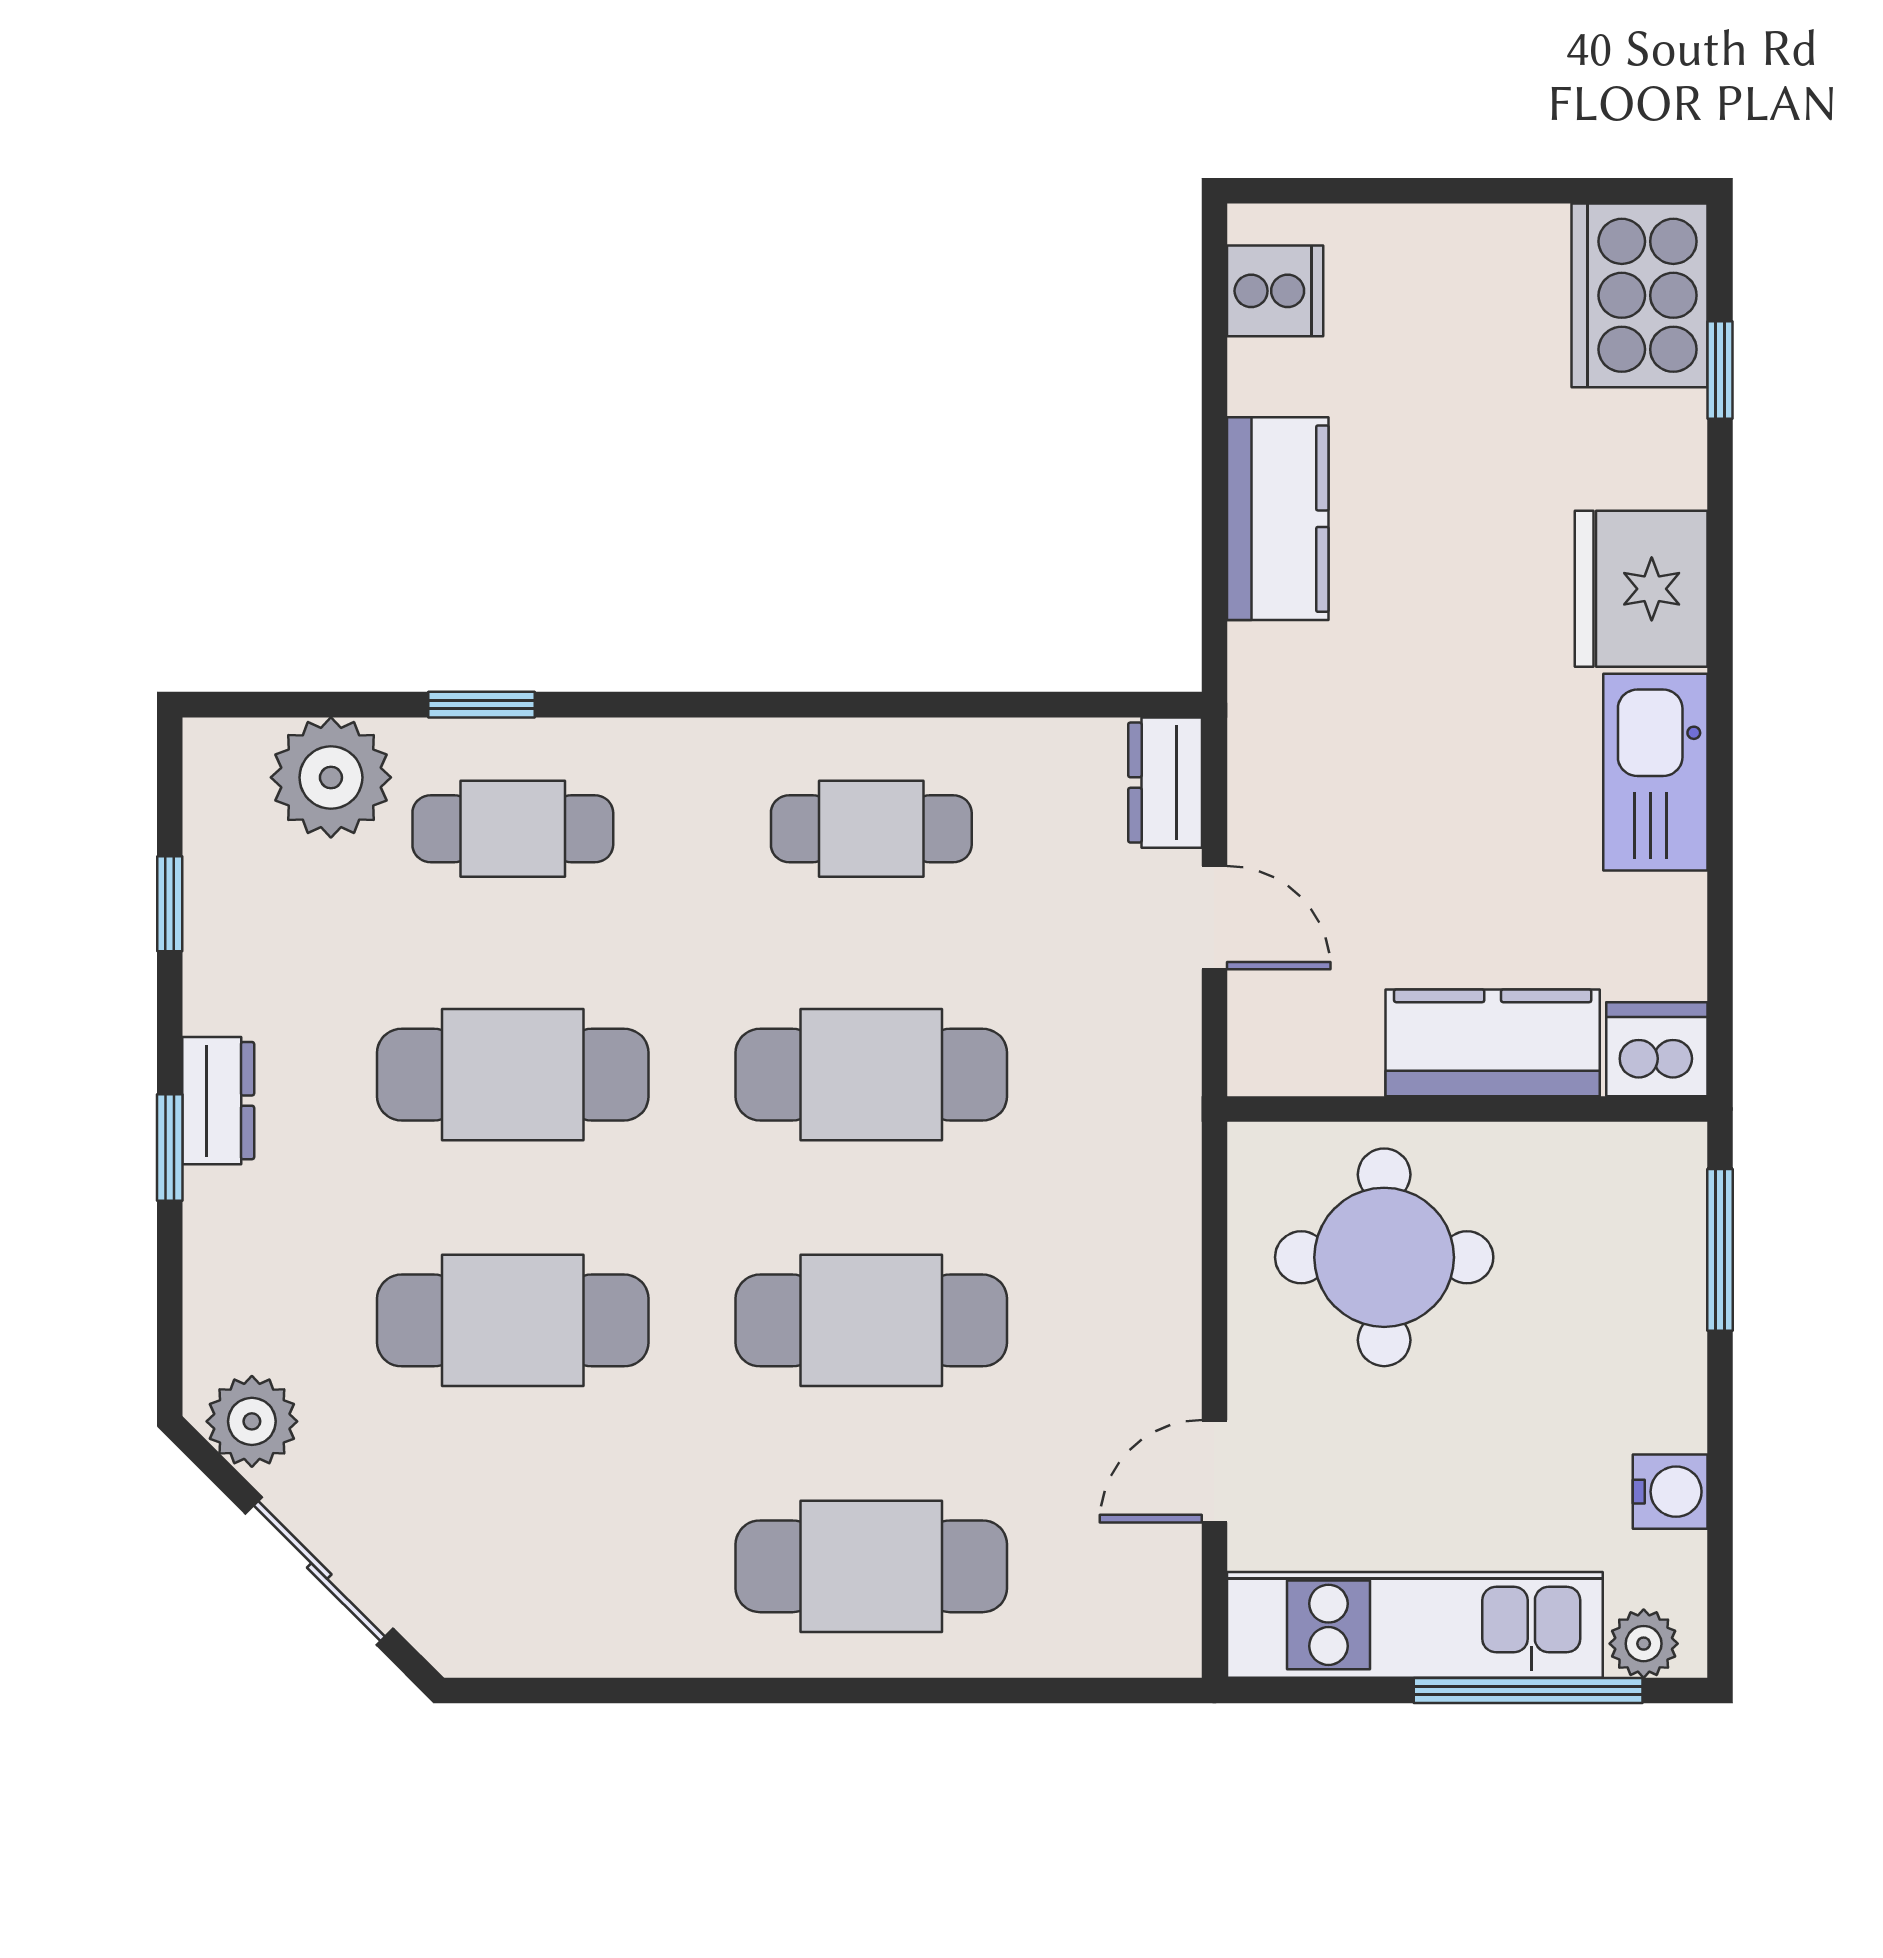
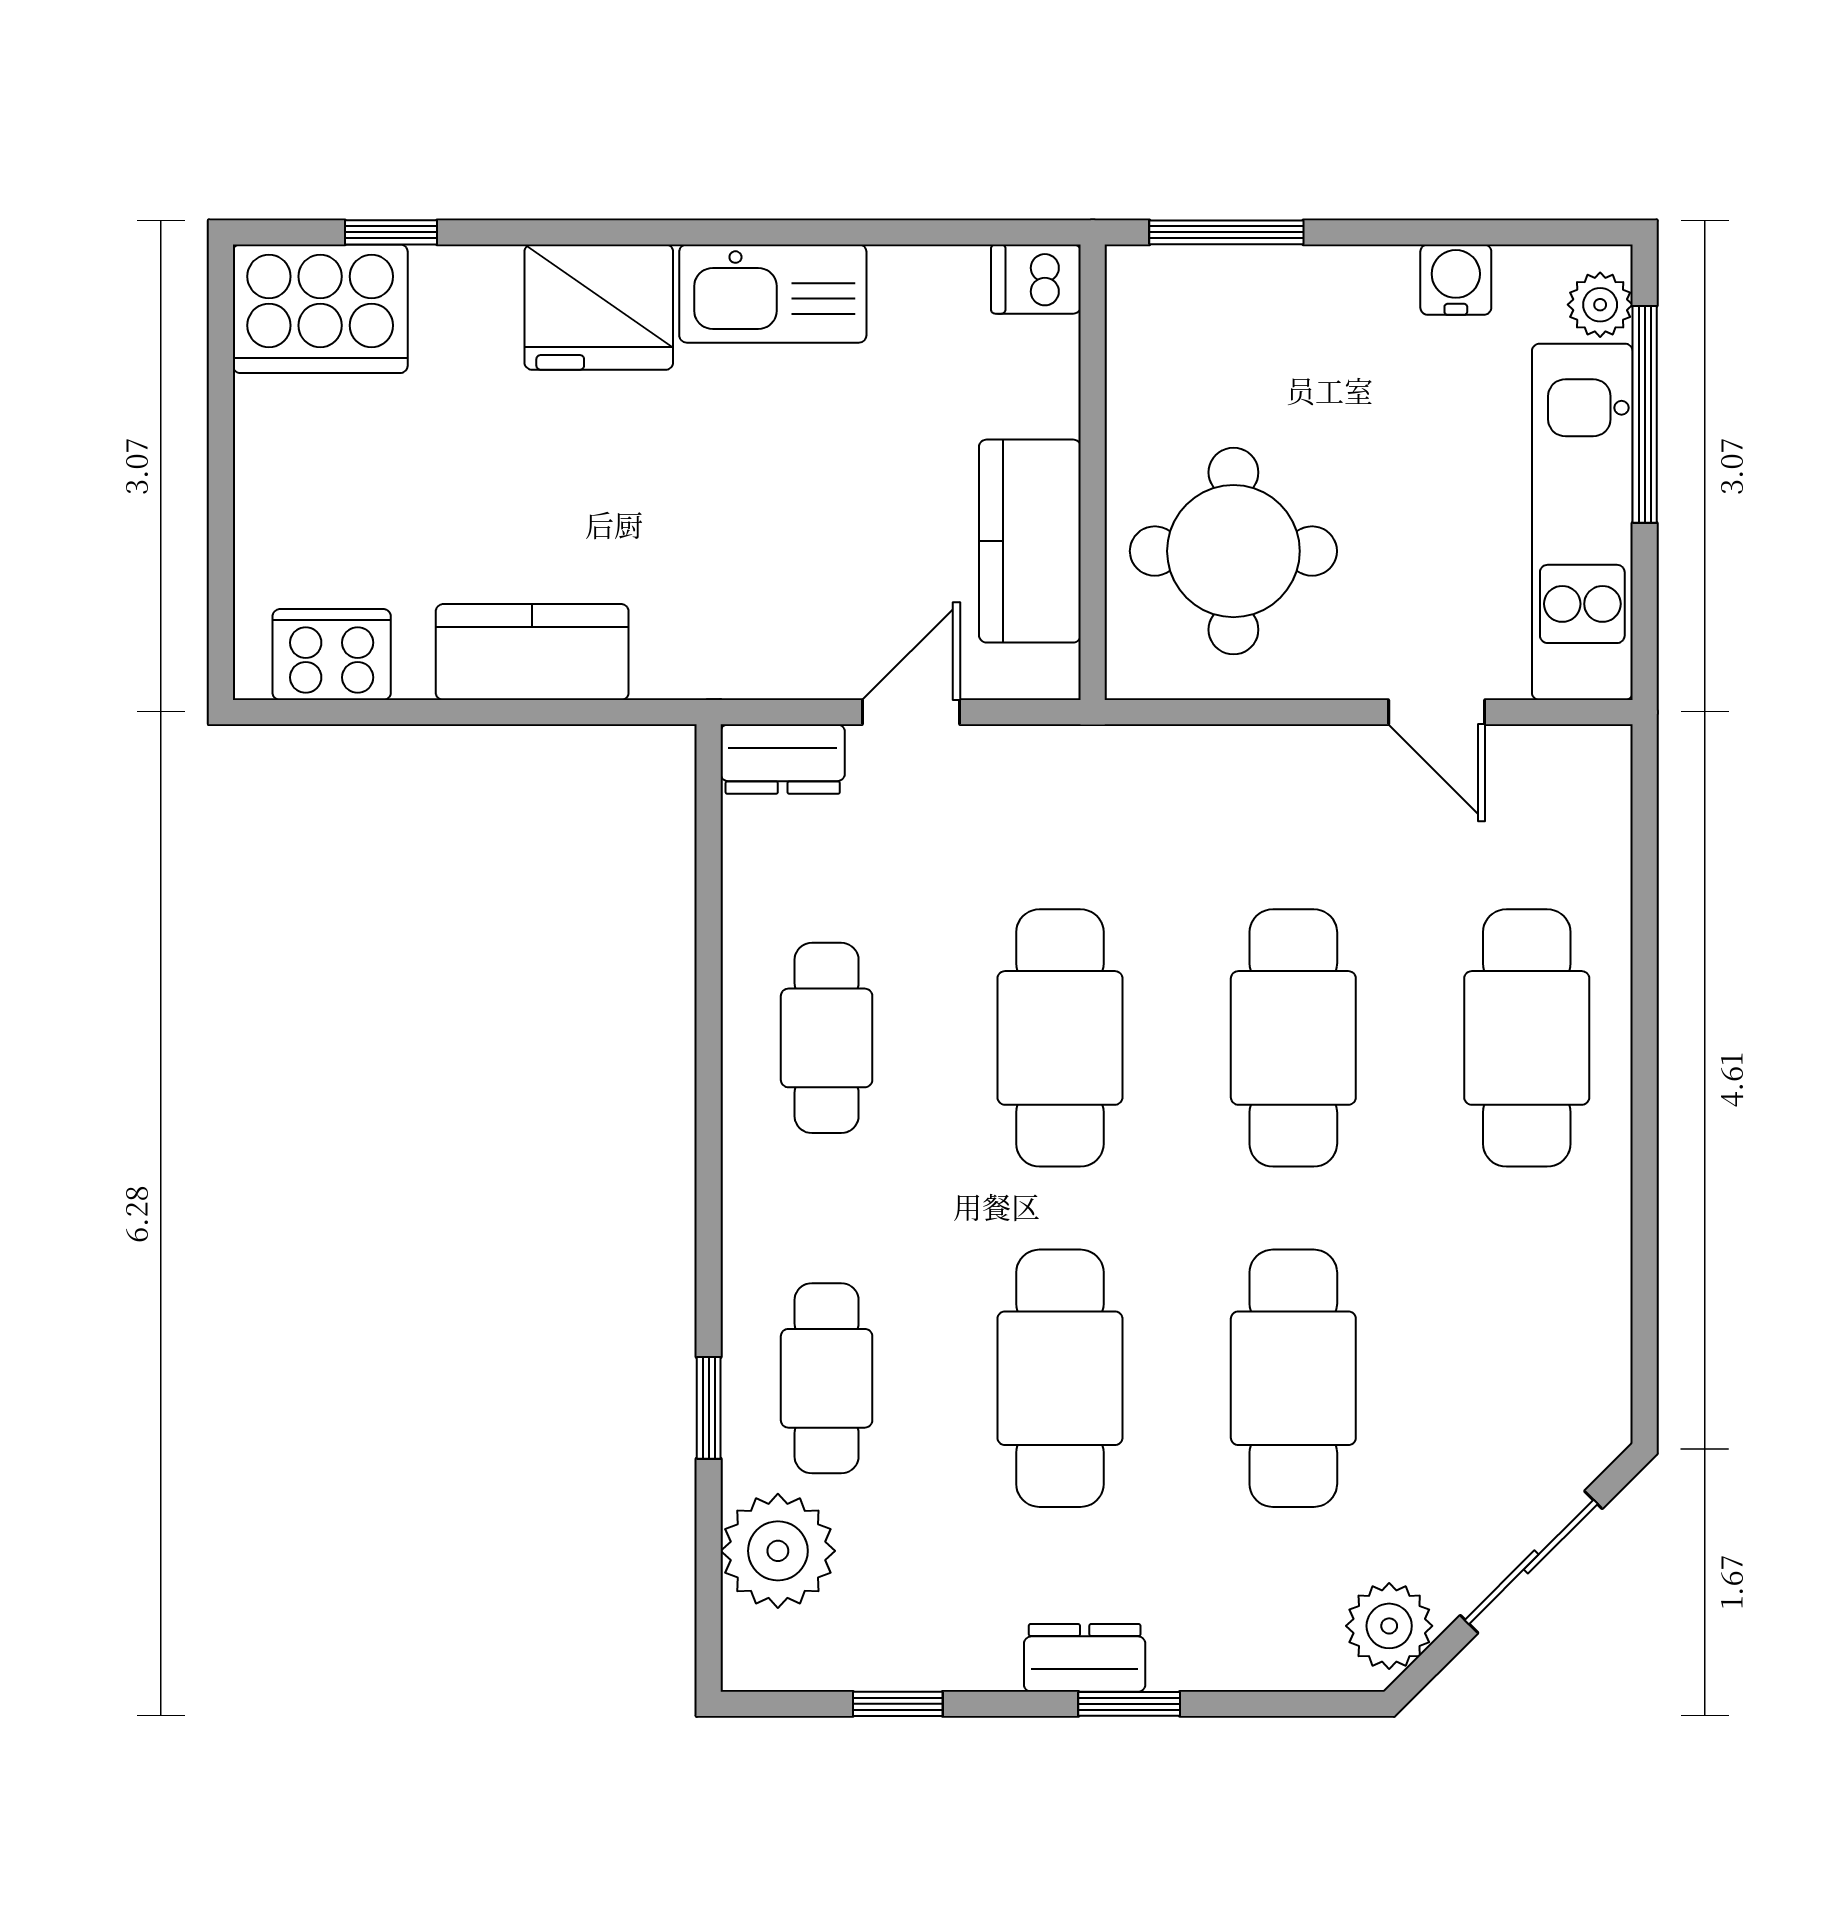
cooker: (1275, 291) -> (332, 655), width x1.36
kitchen counter: (1493, 1043) -> (1030, 541), moved
dishwasher: (1657, 1049) -> (1036, 279), width x0.73

